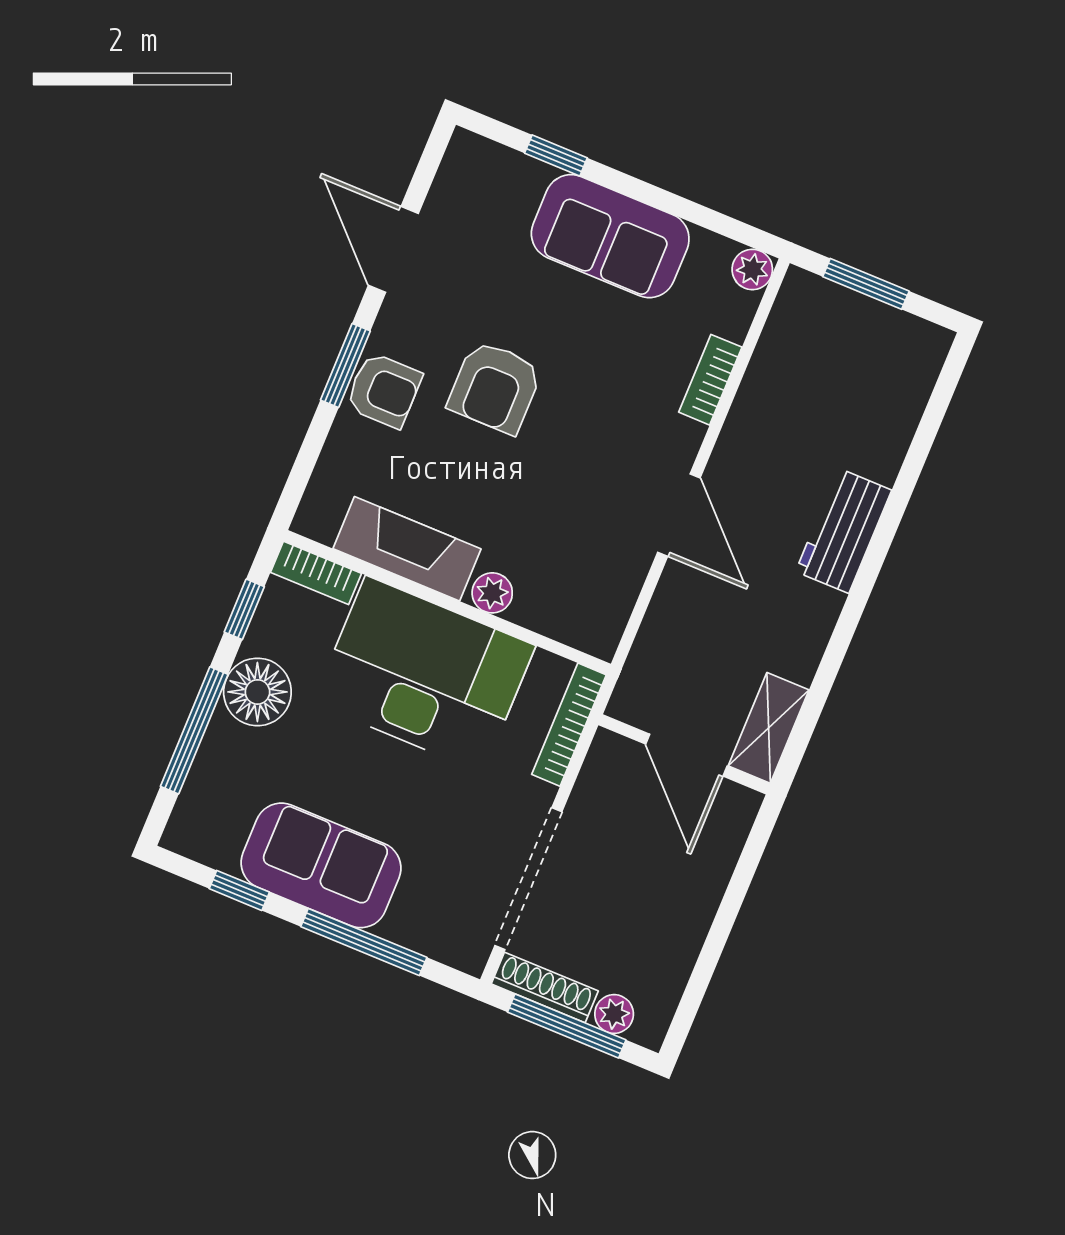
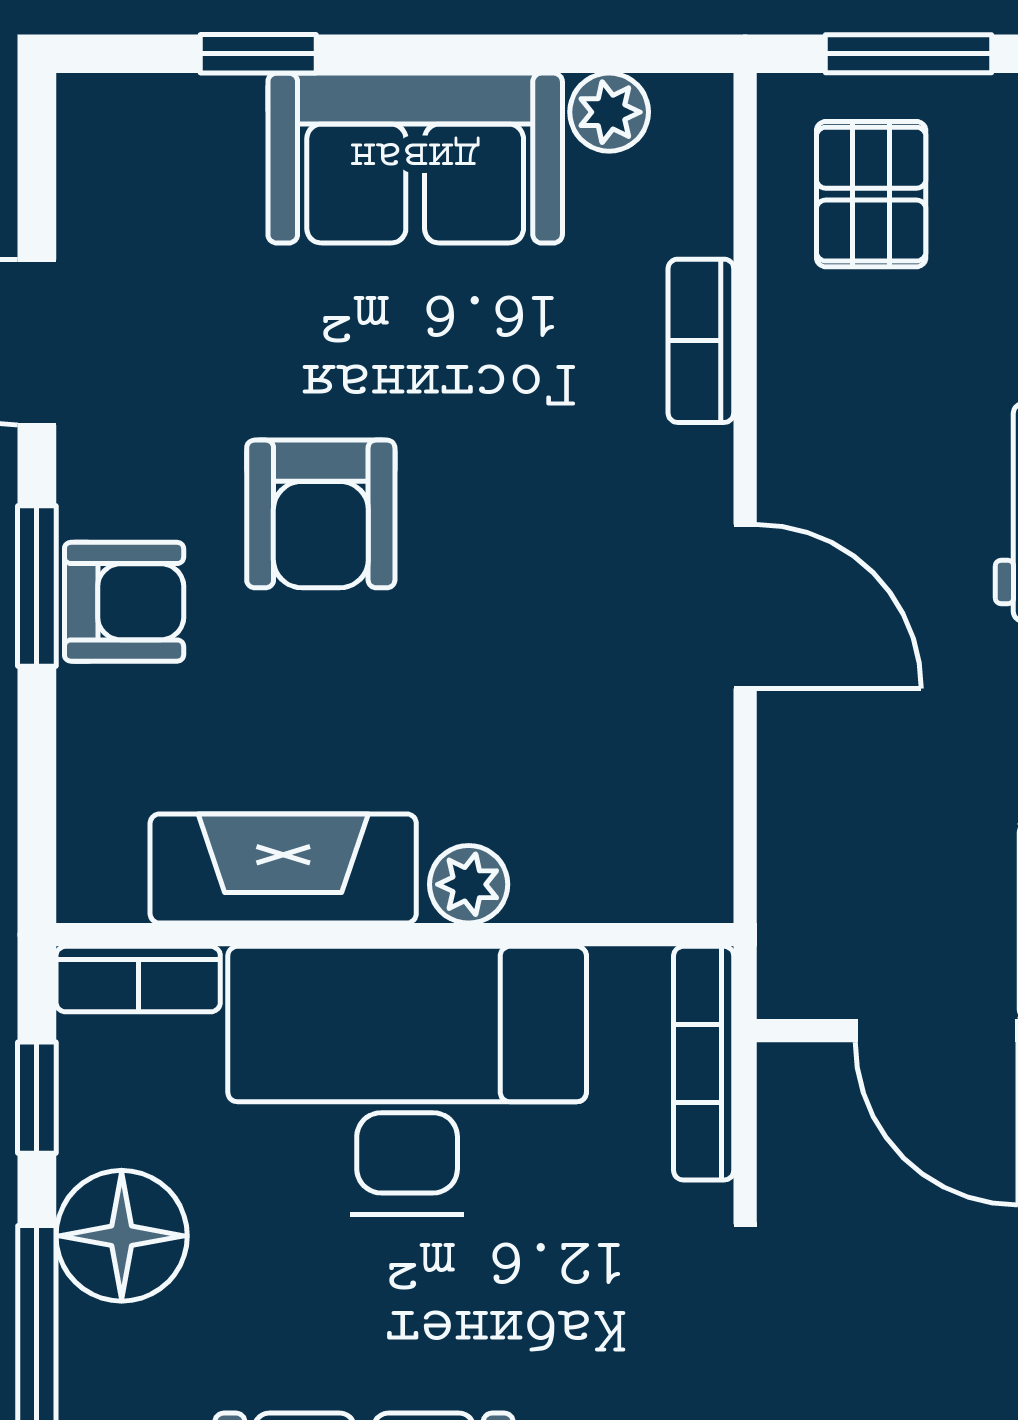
plant: (752, 269) -> (609, 112), moved
pallet: (820, 343) -> (871, 194), added

